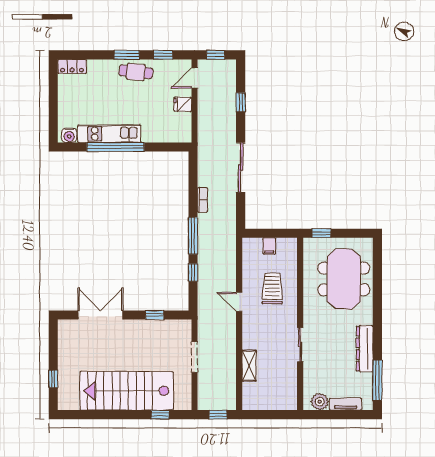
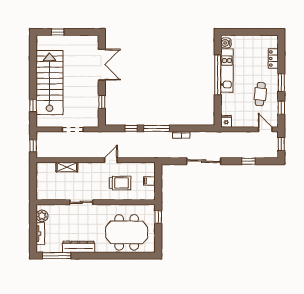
locker: (72, 66) -> (273, 58), moved
cafe table: (136, 72) -> (260, 94), moved
fridge: (183, 104) -> (226, 121), moved

